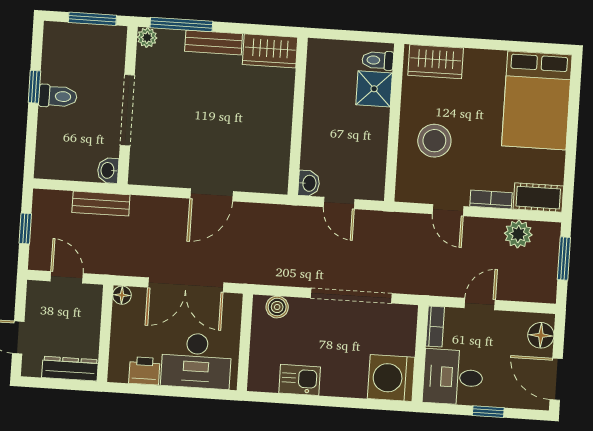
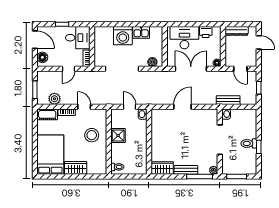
wardrobe: (436, 62) -> (76, 168), moved
shower: (374, 89) -> (118, 136), moved
washing machine: (391, 378) -> (123, 36), moved, turned 90

